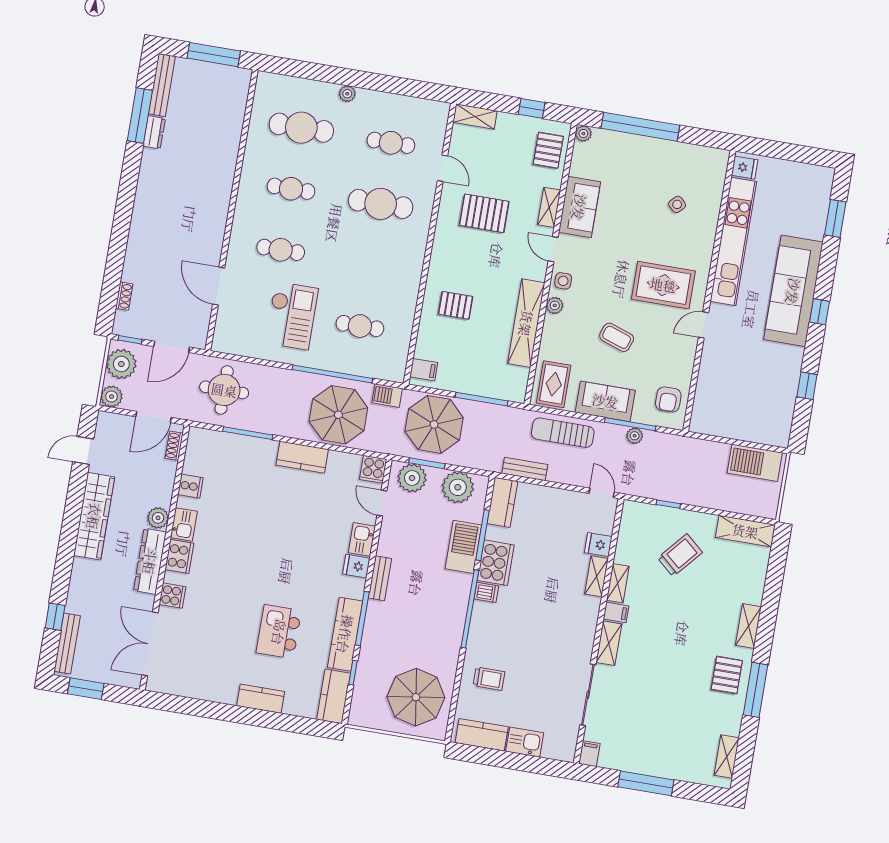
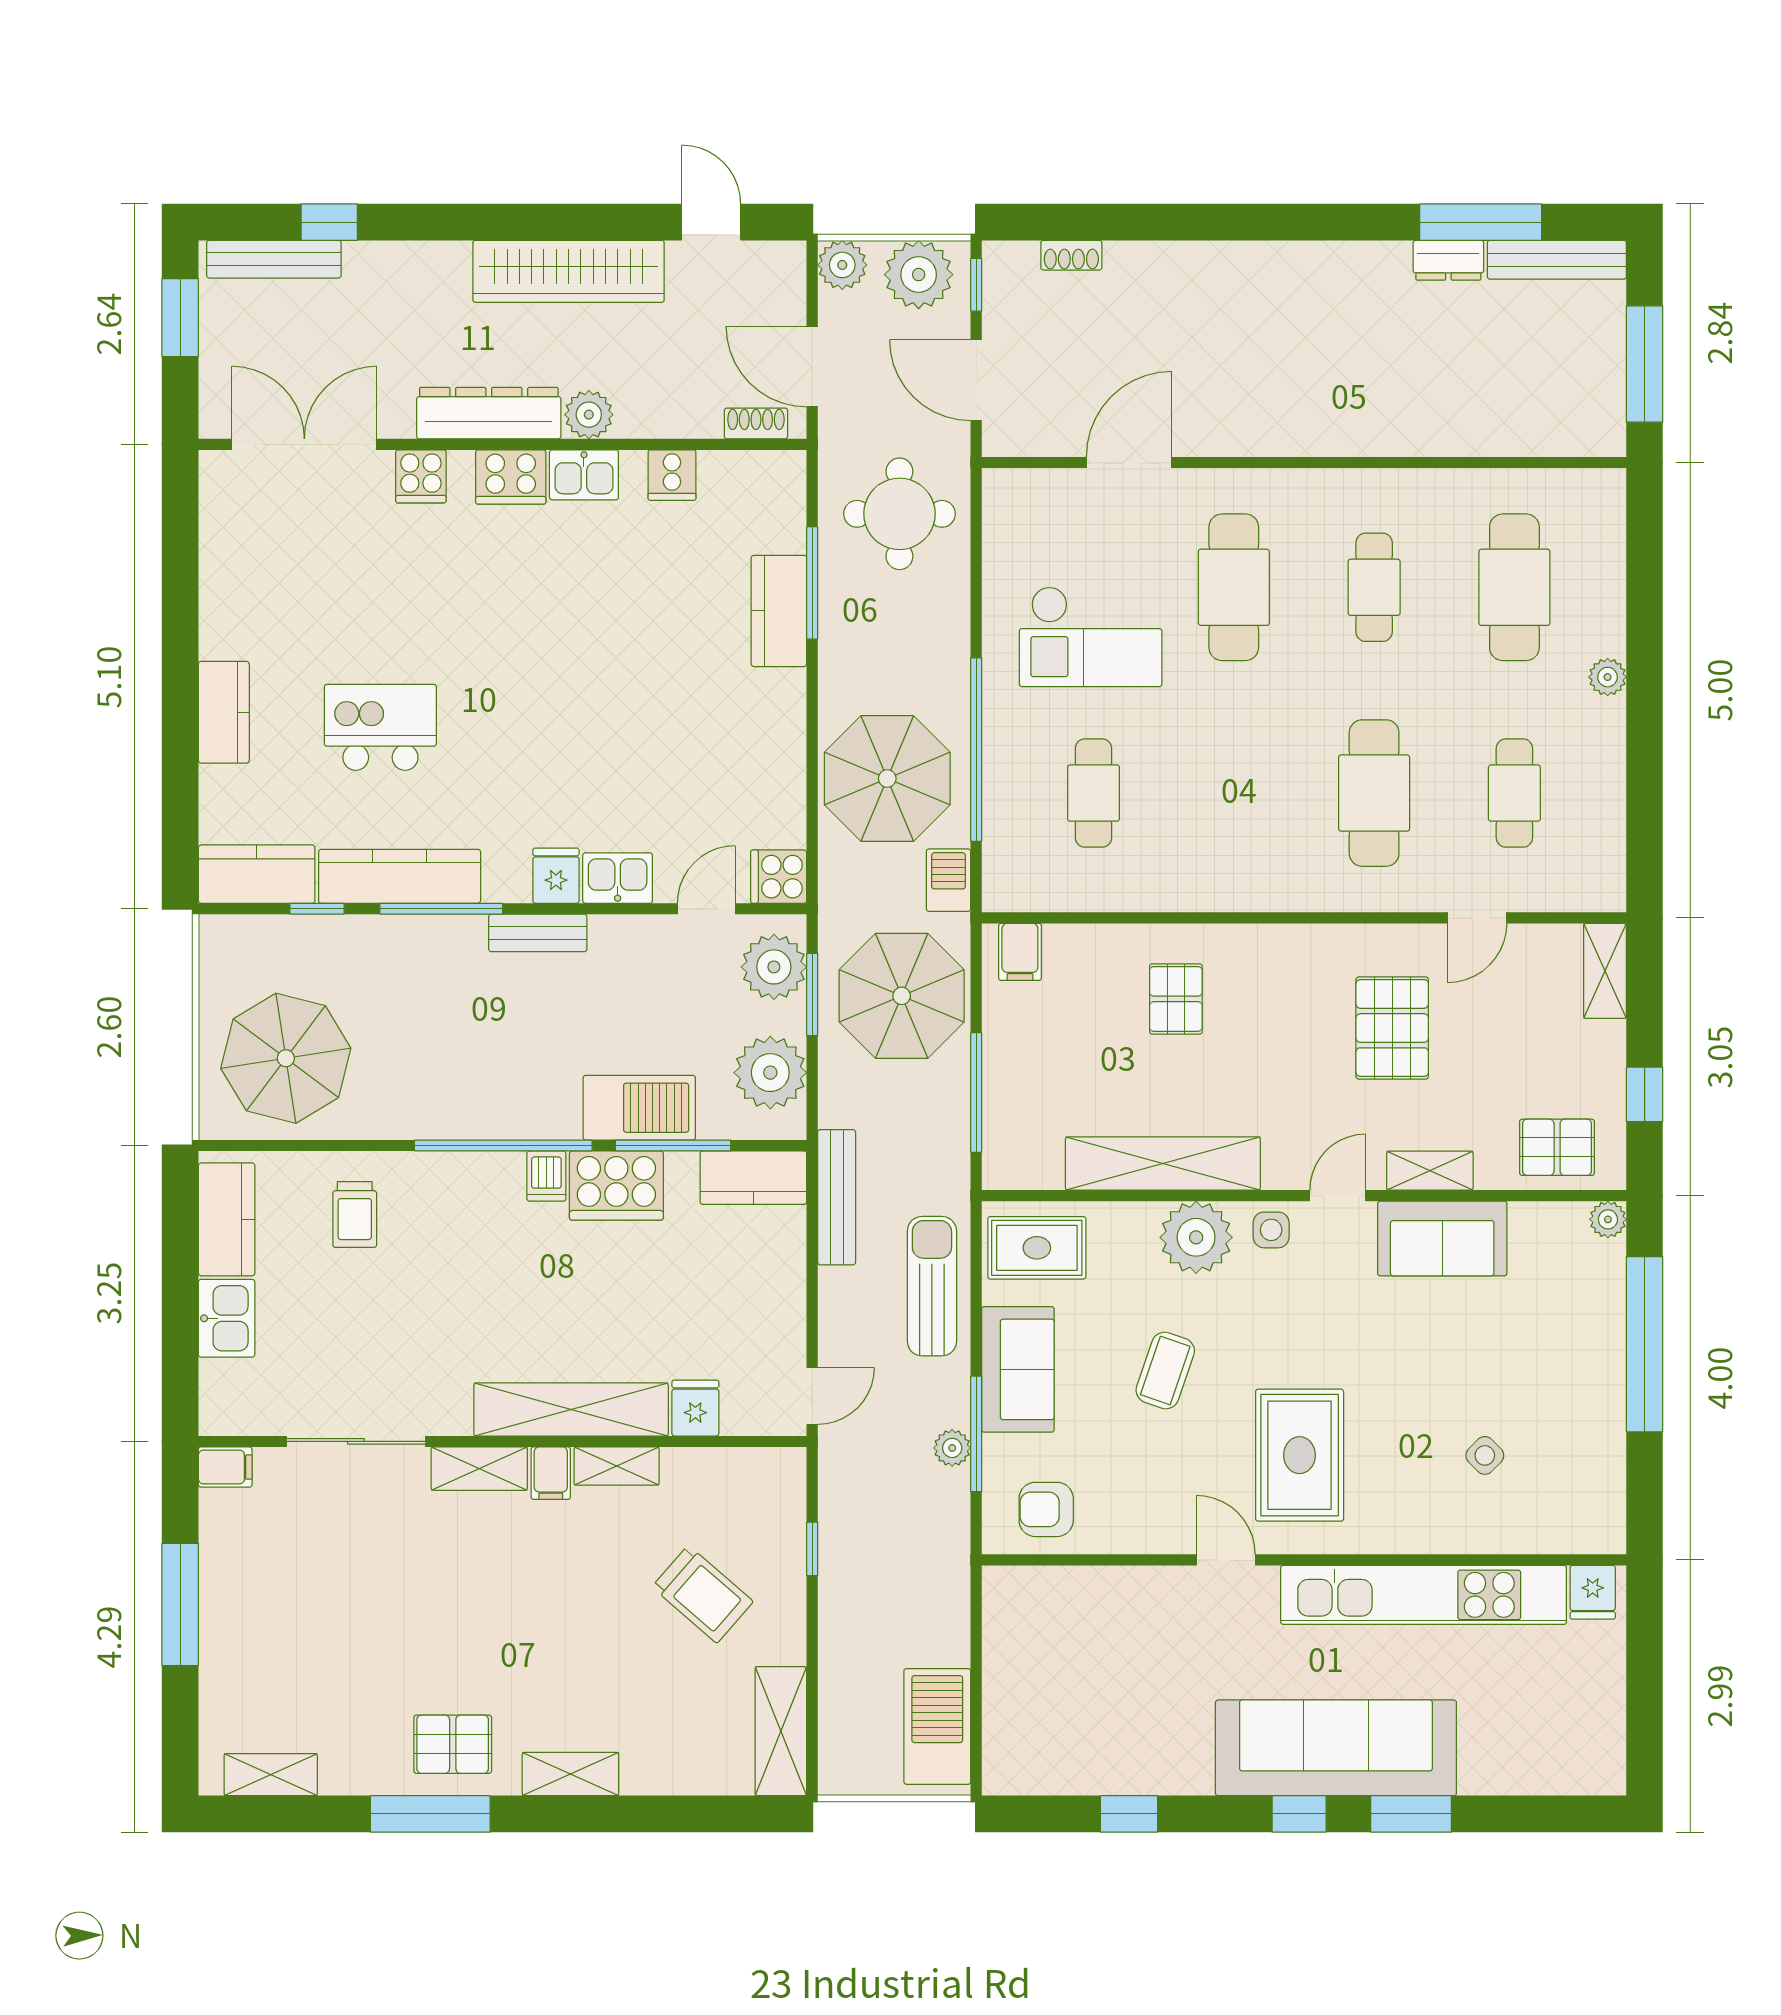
window: (835, 218) -> (1411, 1814), moved
cafe table: (281, 250) -> (1234, 587), width x1.37, depth x1.35
plant: (555, 305) -> (1196, 1237), width x1.87, depth x1.87
kitchen counter: (302, 457) -> (779, 611), moved
bench: (525, 469) -> (837, 1197), width x1.36
shelving: (597, 576) -> (571, 1409), width x2.20, depth x1.33

